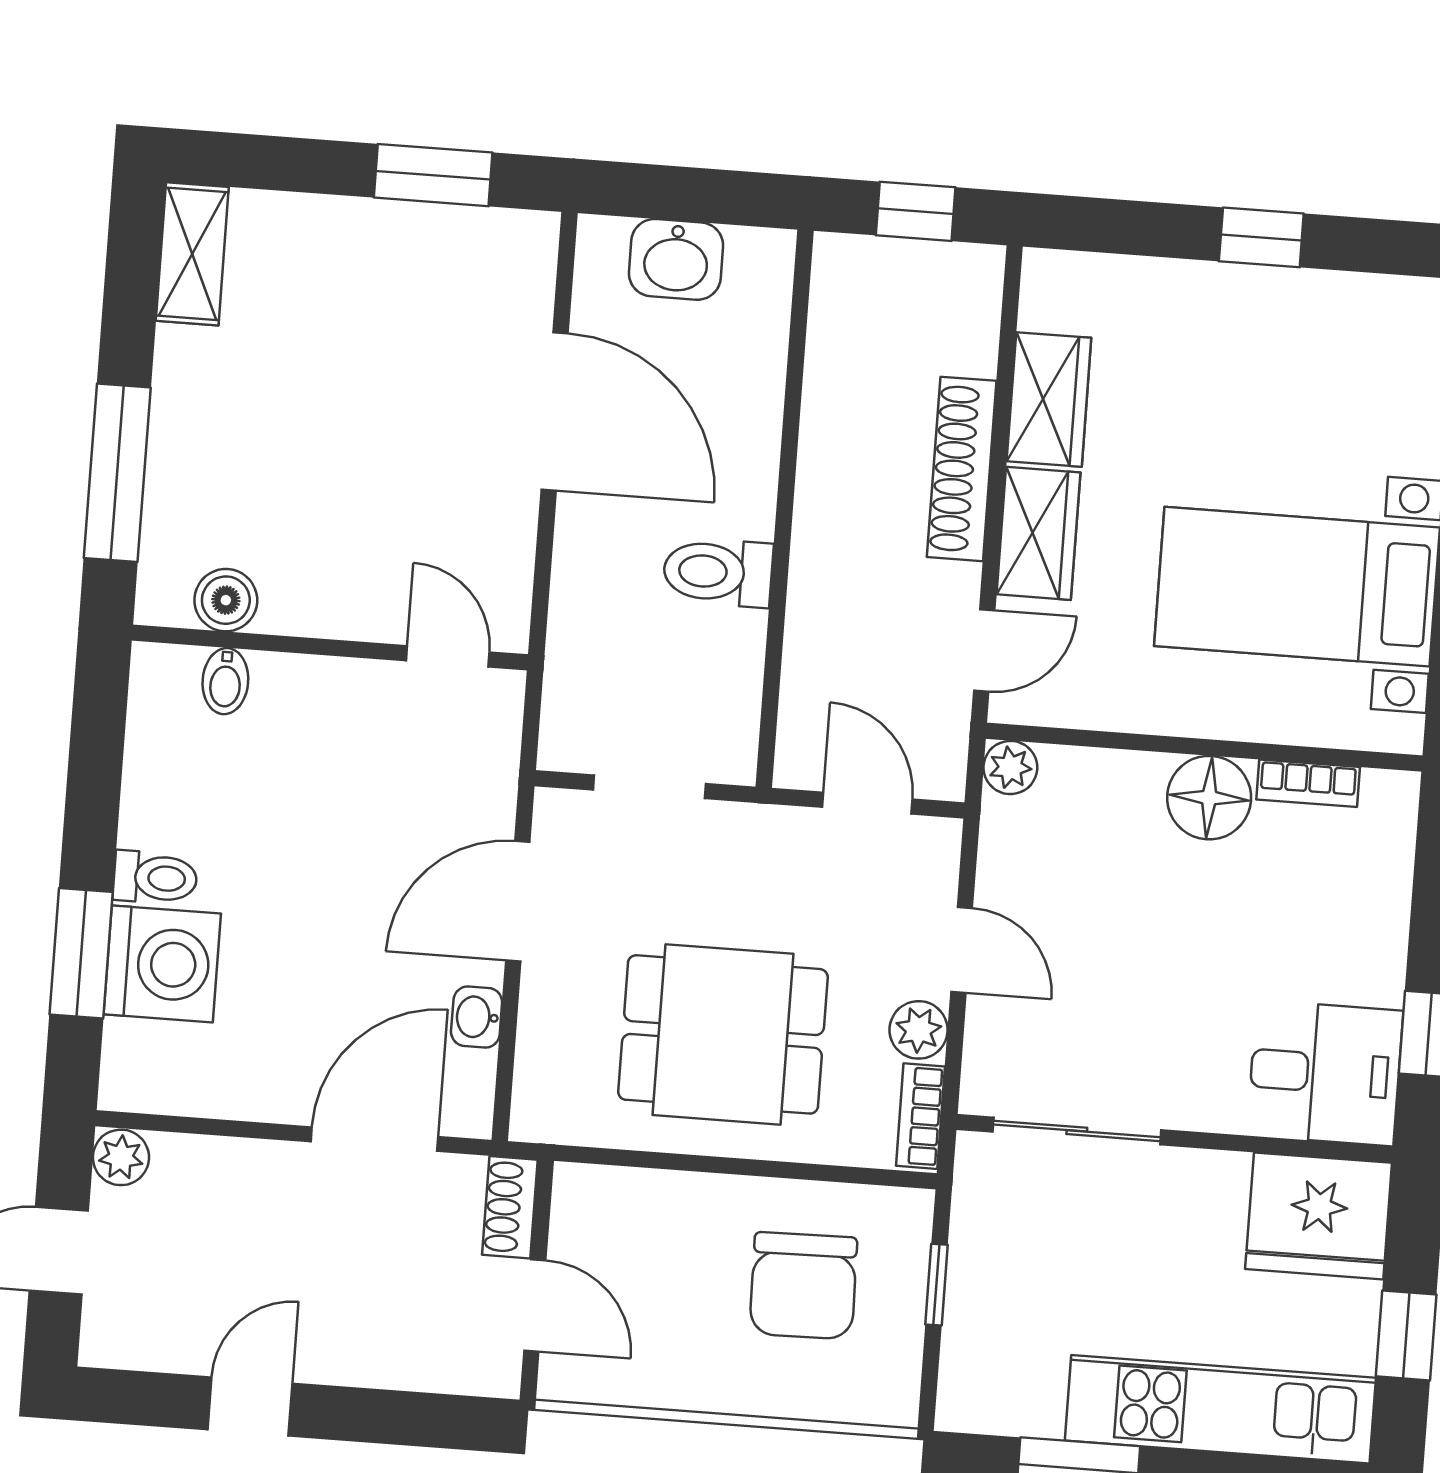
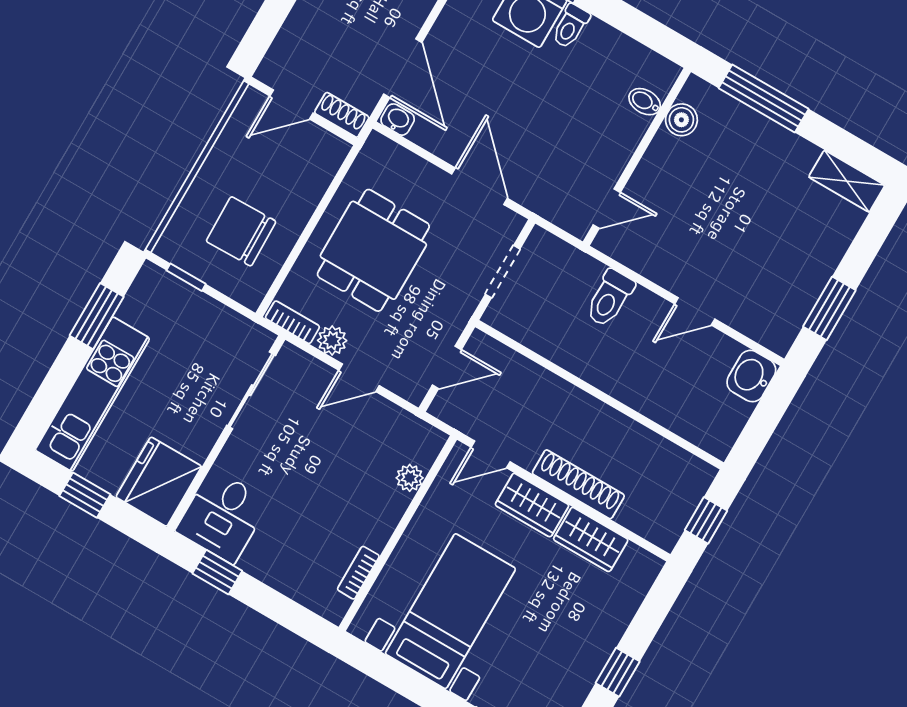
washbasin: (676, 259) -> (751, 376), moved
door: (555, 411) -> (695, 311), width x0.53
toilet: (718, 572) -> (610, 298), moved, turned 180
door: (984, 650) -> (491, 454), hinge flipped
plant: (1010, 768) -> (410, 478), moved
floor lamp: (1209, 798) -> (374, 524), removed
washbasin: (477, 1017) -> (398, 120), moved
window: (937, 1285) -> (186, 277), moved

